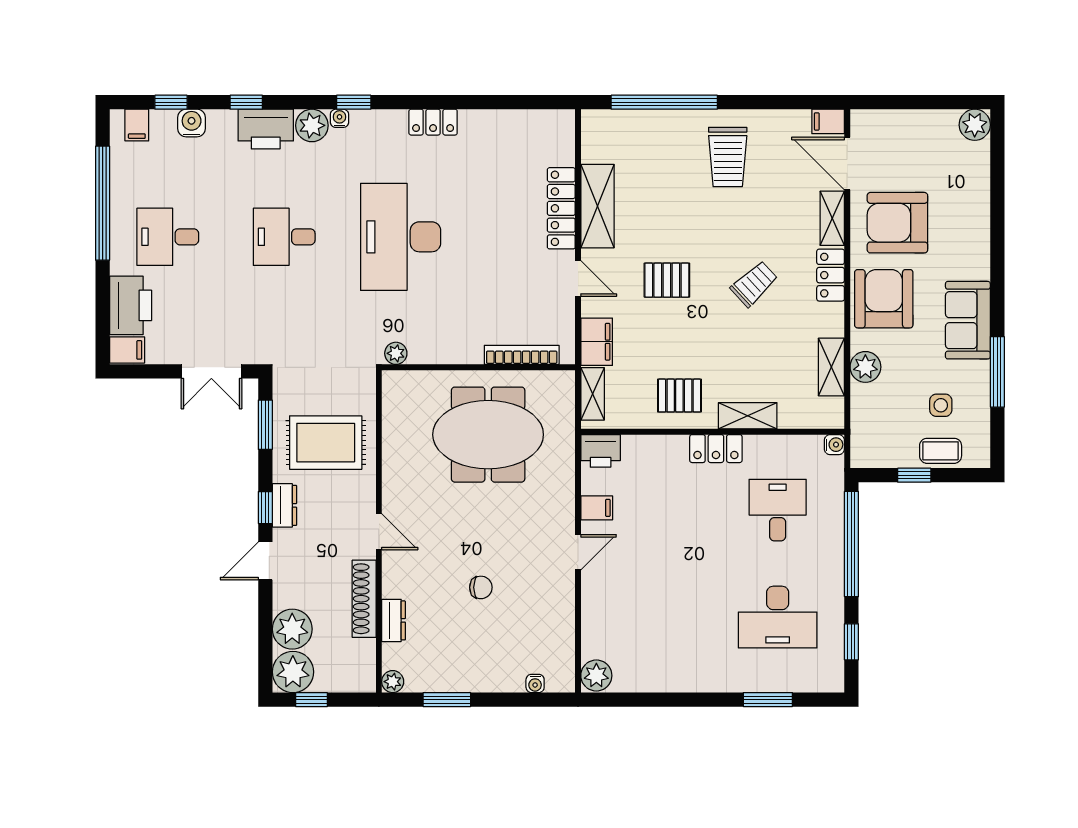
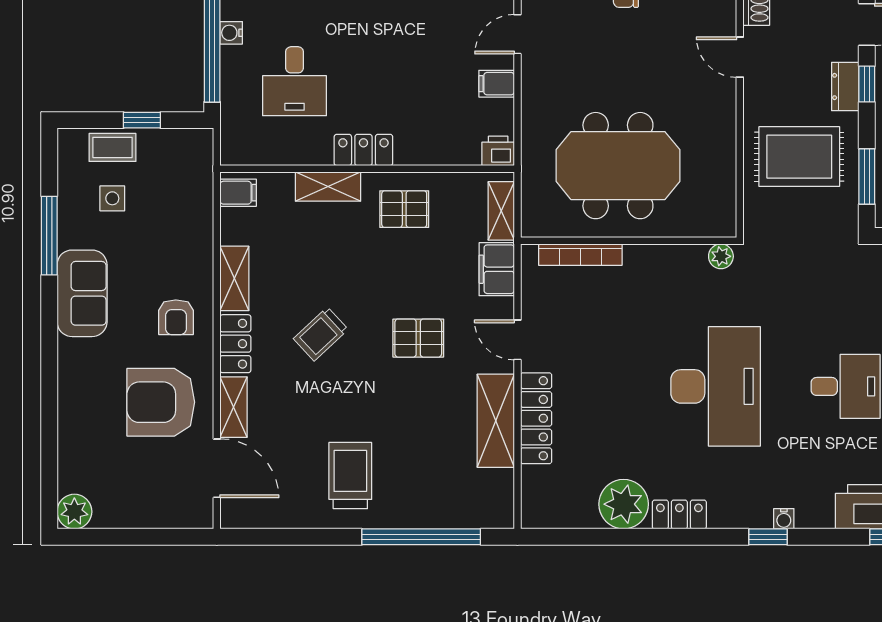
filing cabinet: (828, 121) -> (238, 193), moved
plant: (312, 125) -> (624, 504), moved, width x1.36, depth x1.36
armchair: (897, 223) -> (161, 402), turned 180
armchair: (884, 299) -> (176, 317), width x0.53, depth x0.53
shelving: (831, 367) -> (234, 278), moved
plant: (865, 367) -> (196, 241), removed
water cooler: (834, 445) -> (231, 33), moved
printer: (601, 451) -> (498, 151), width x0.73, depth x0.81

